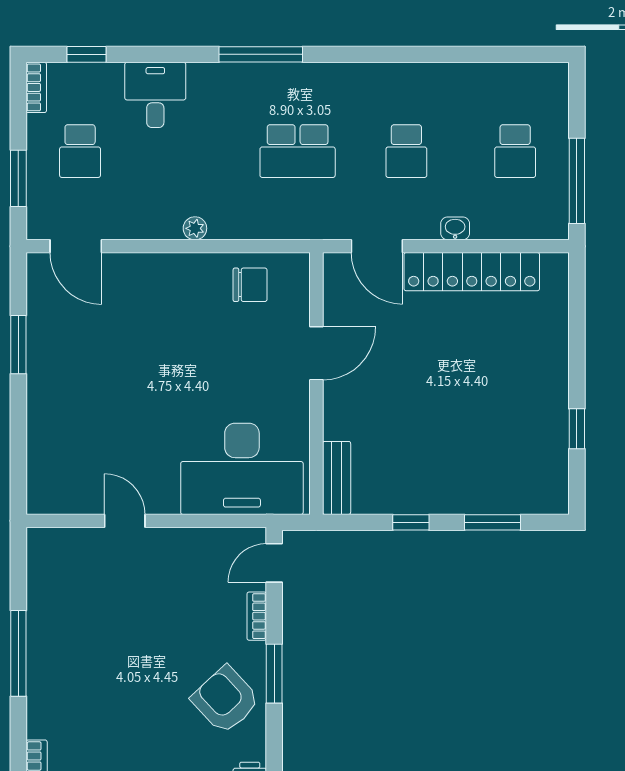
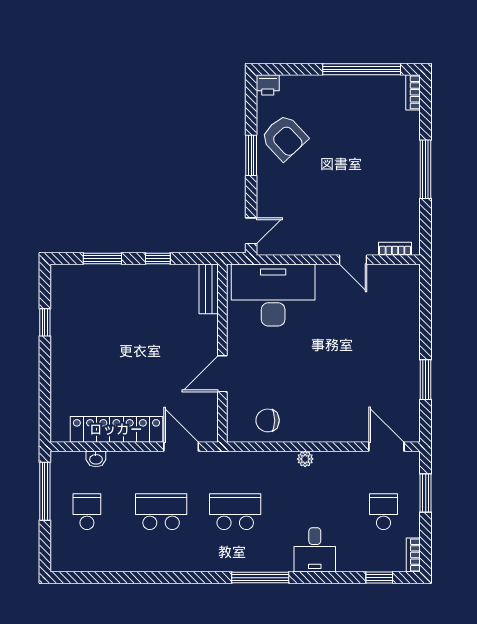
desk: (155, 95) -> (315, 550), moved
school desk: (406, 151) -> (161, 512), width x1.85
washbasin: (455, 228) -> (96, 459), moved
bookcase: (257, 616) -> (395, 249), moved, turned -90

